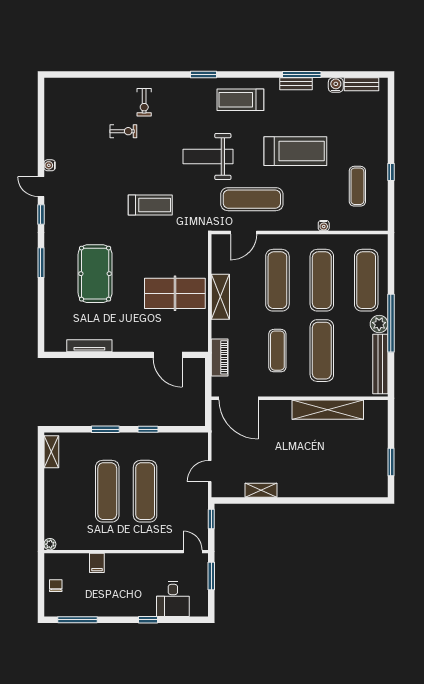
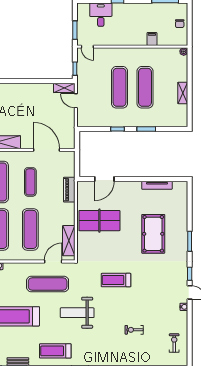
treadmill: (240, 100) -> (55, 351), turned 180
exercise bike: (144, 102) -> (174, 343), moved
weight bench: (208, 157) -> (77, 313), turned 180
shelving: (220, 297) -> (69, 241), moved
door: (168, 355) -> (104, 179), swing flipped
piano: (220, 357) -> (69, 190), moved
door: (238, 398) -> (47, 150), moved
shelving: (51, 452) -> (183, 93), moved
door: (210, 471) -> (76, 101), swing flipped
shelving: (261, 490) -> (64, 88), moved

